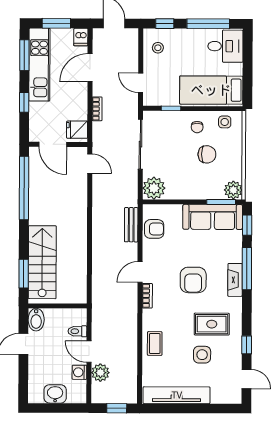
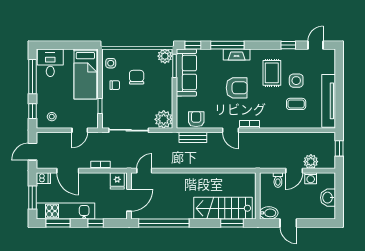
coffee table: (155, 343) -> (296, 104), moved

